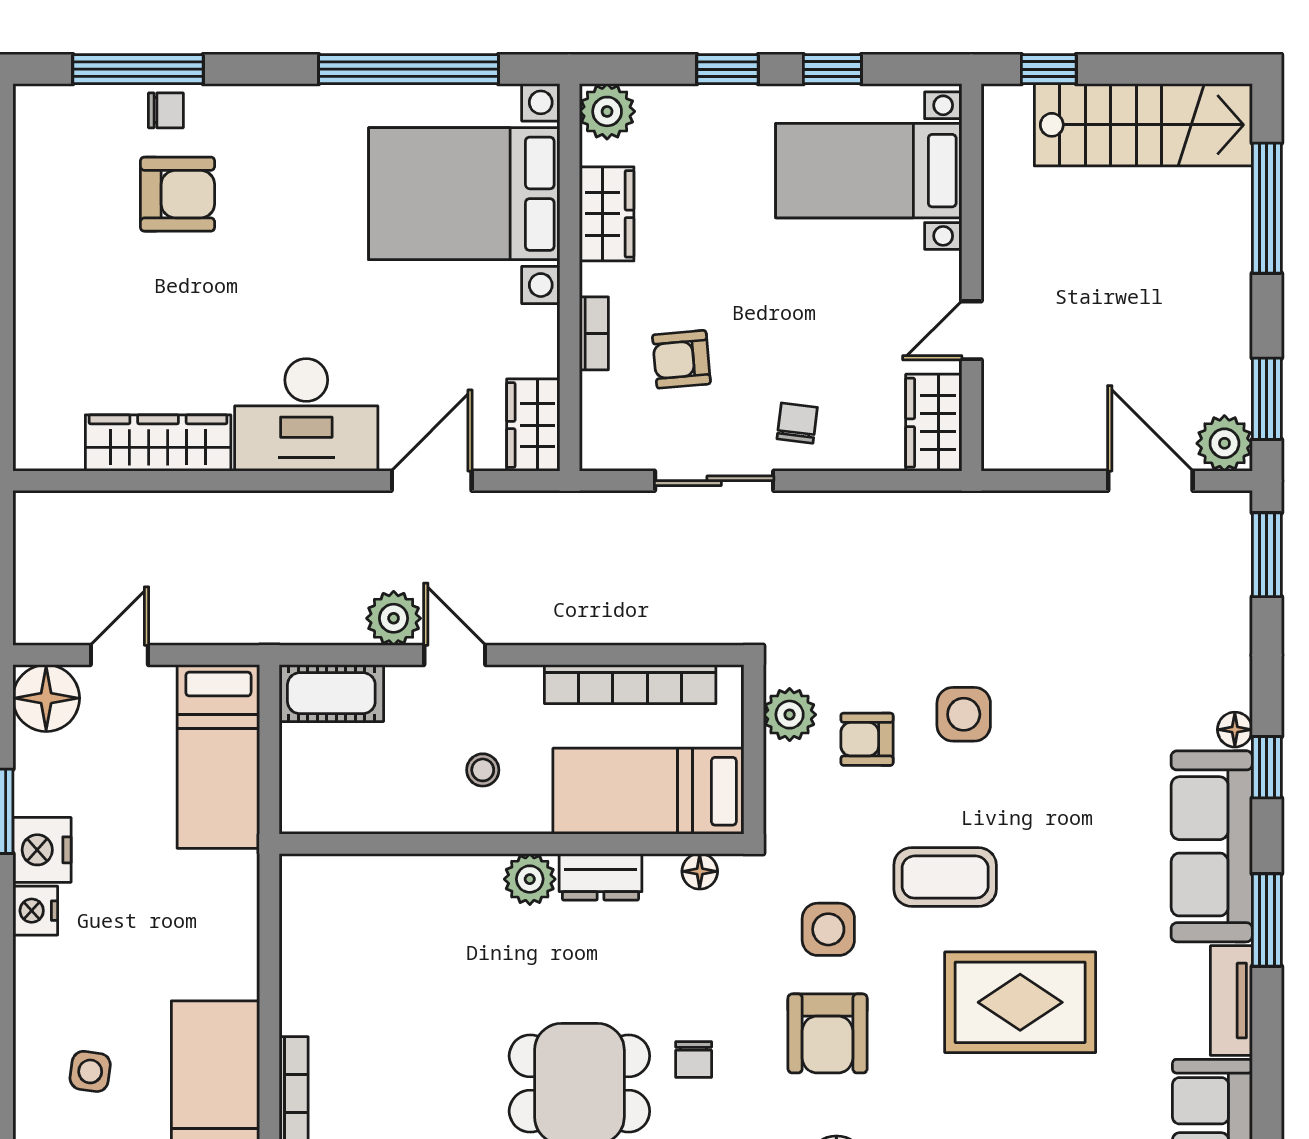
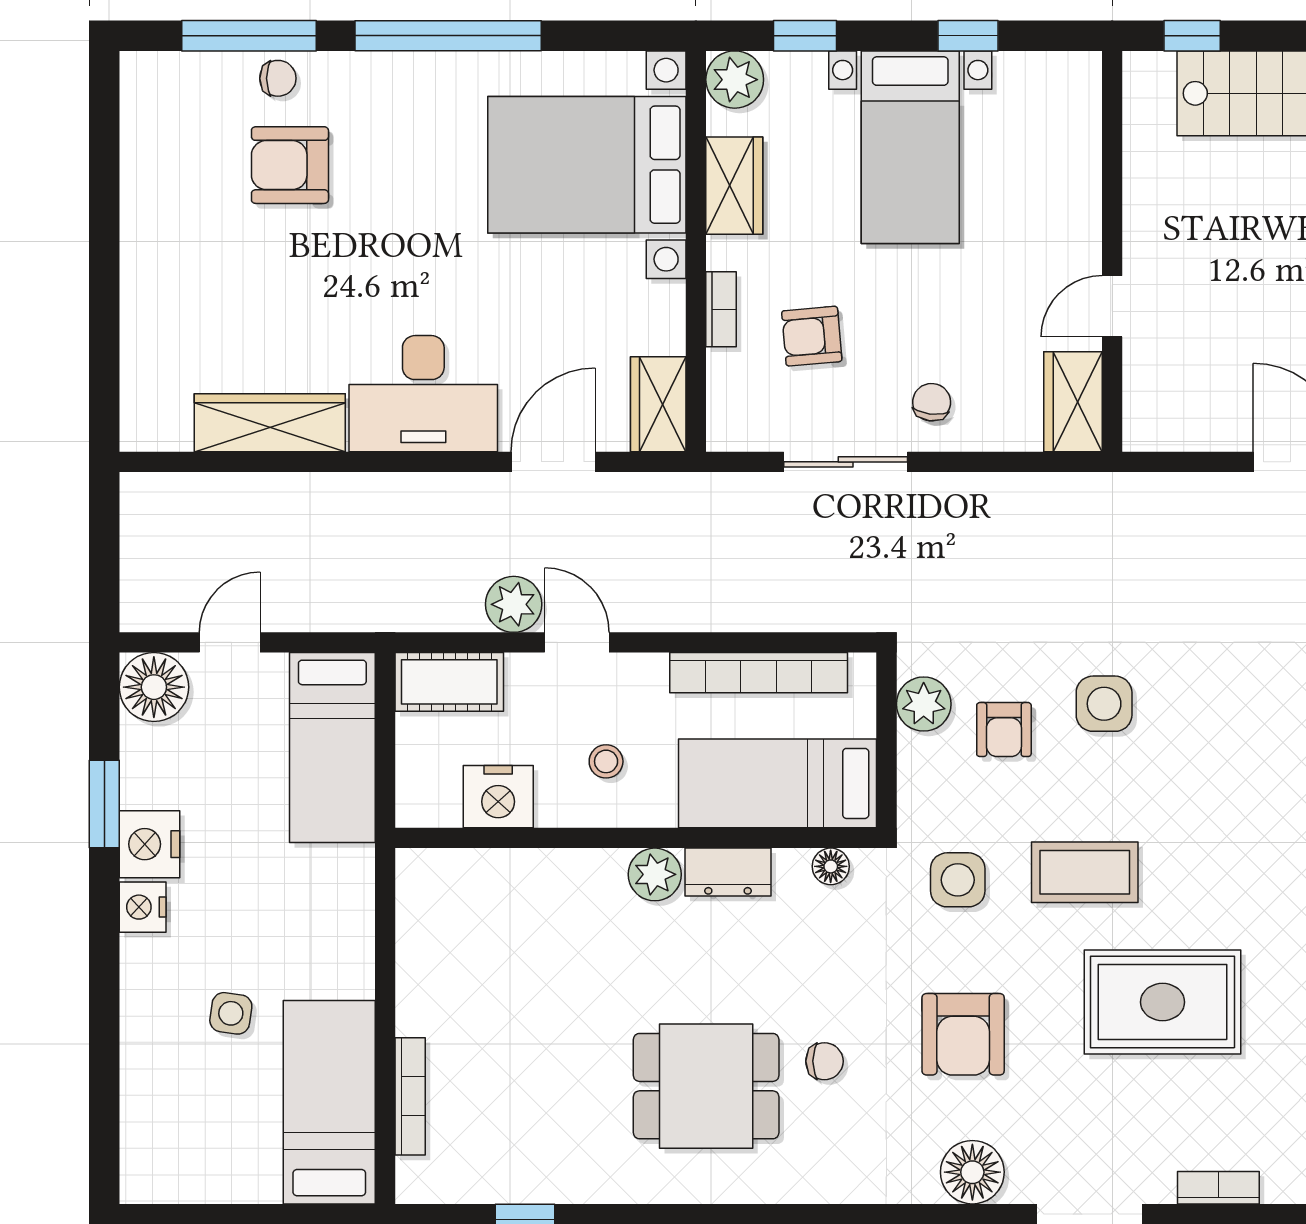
window: (409, 69) -> (448, 36), moved
window: (727, 69) -> (805, 36), moved
bed with nightstands: (869, 171) -> (910, 147), moved, turned -90
armchair: (178, 194) -> (290, 165), turned 180
armchair: (867, 739) -> (1004, 730), turned -90
nightstand: (379, 804) -> (498, 797), added
side table: (828, 929) -> (958, 880), moved
chair: (694, 1059) -> (824, 1061), turned -90
side table: (90, 1071) -> (231, 1013), moved

